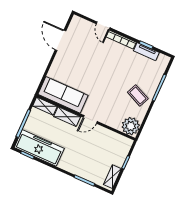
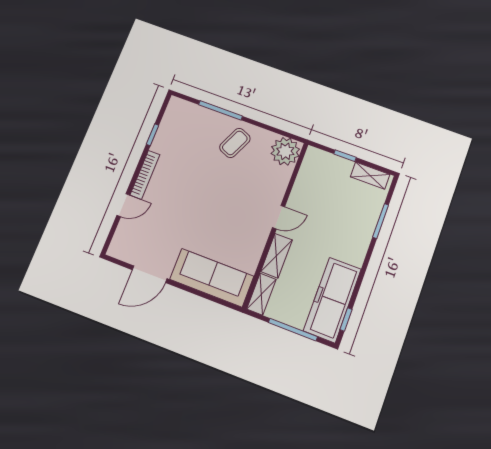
tv unit: (146, 52) -> (163, 134), removed
sofa: (63, 95) -> (212, 278), moved, turned 90
door: (90, 119) -> (279, 217), hinge flipped

